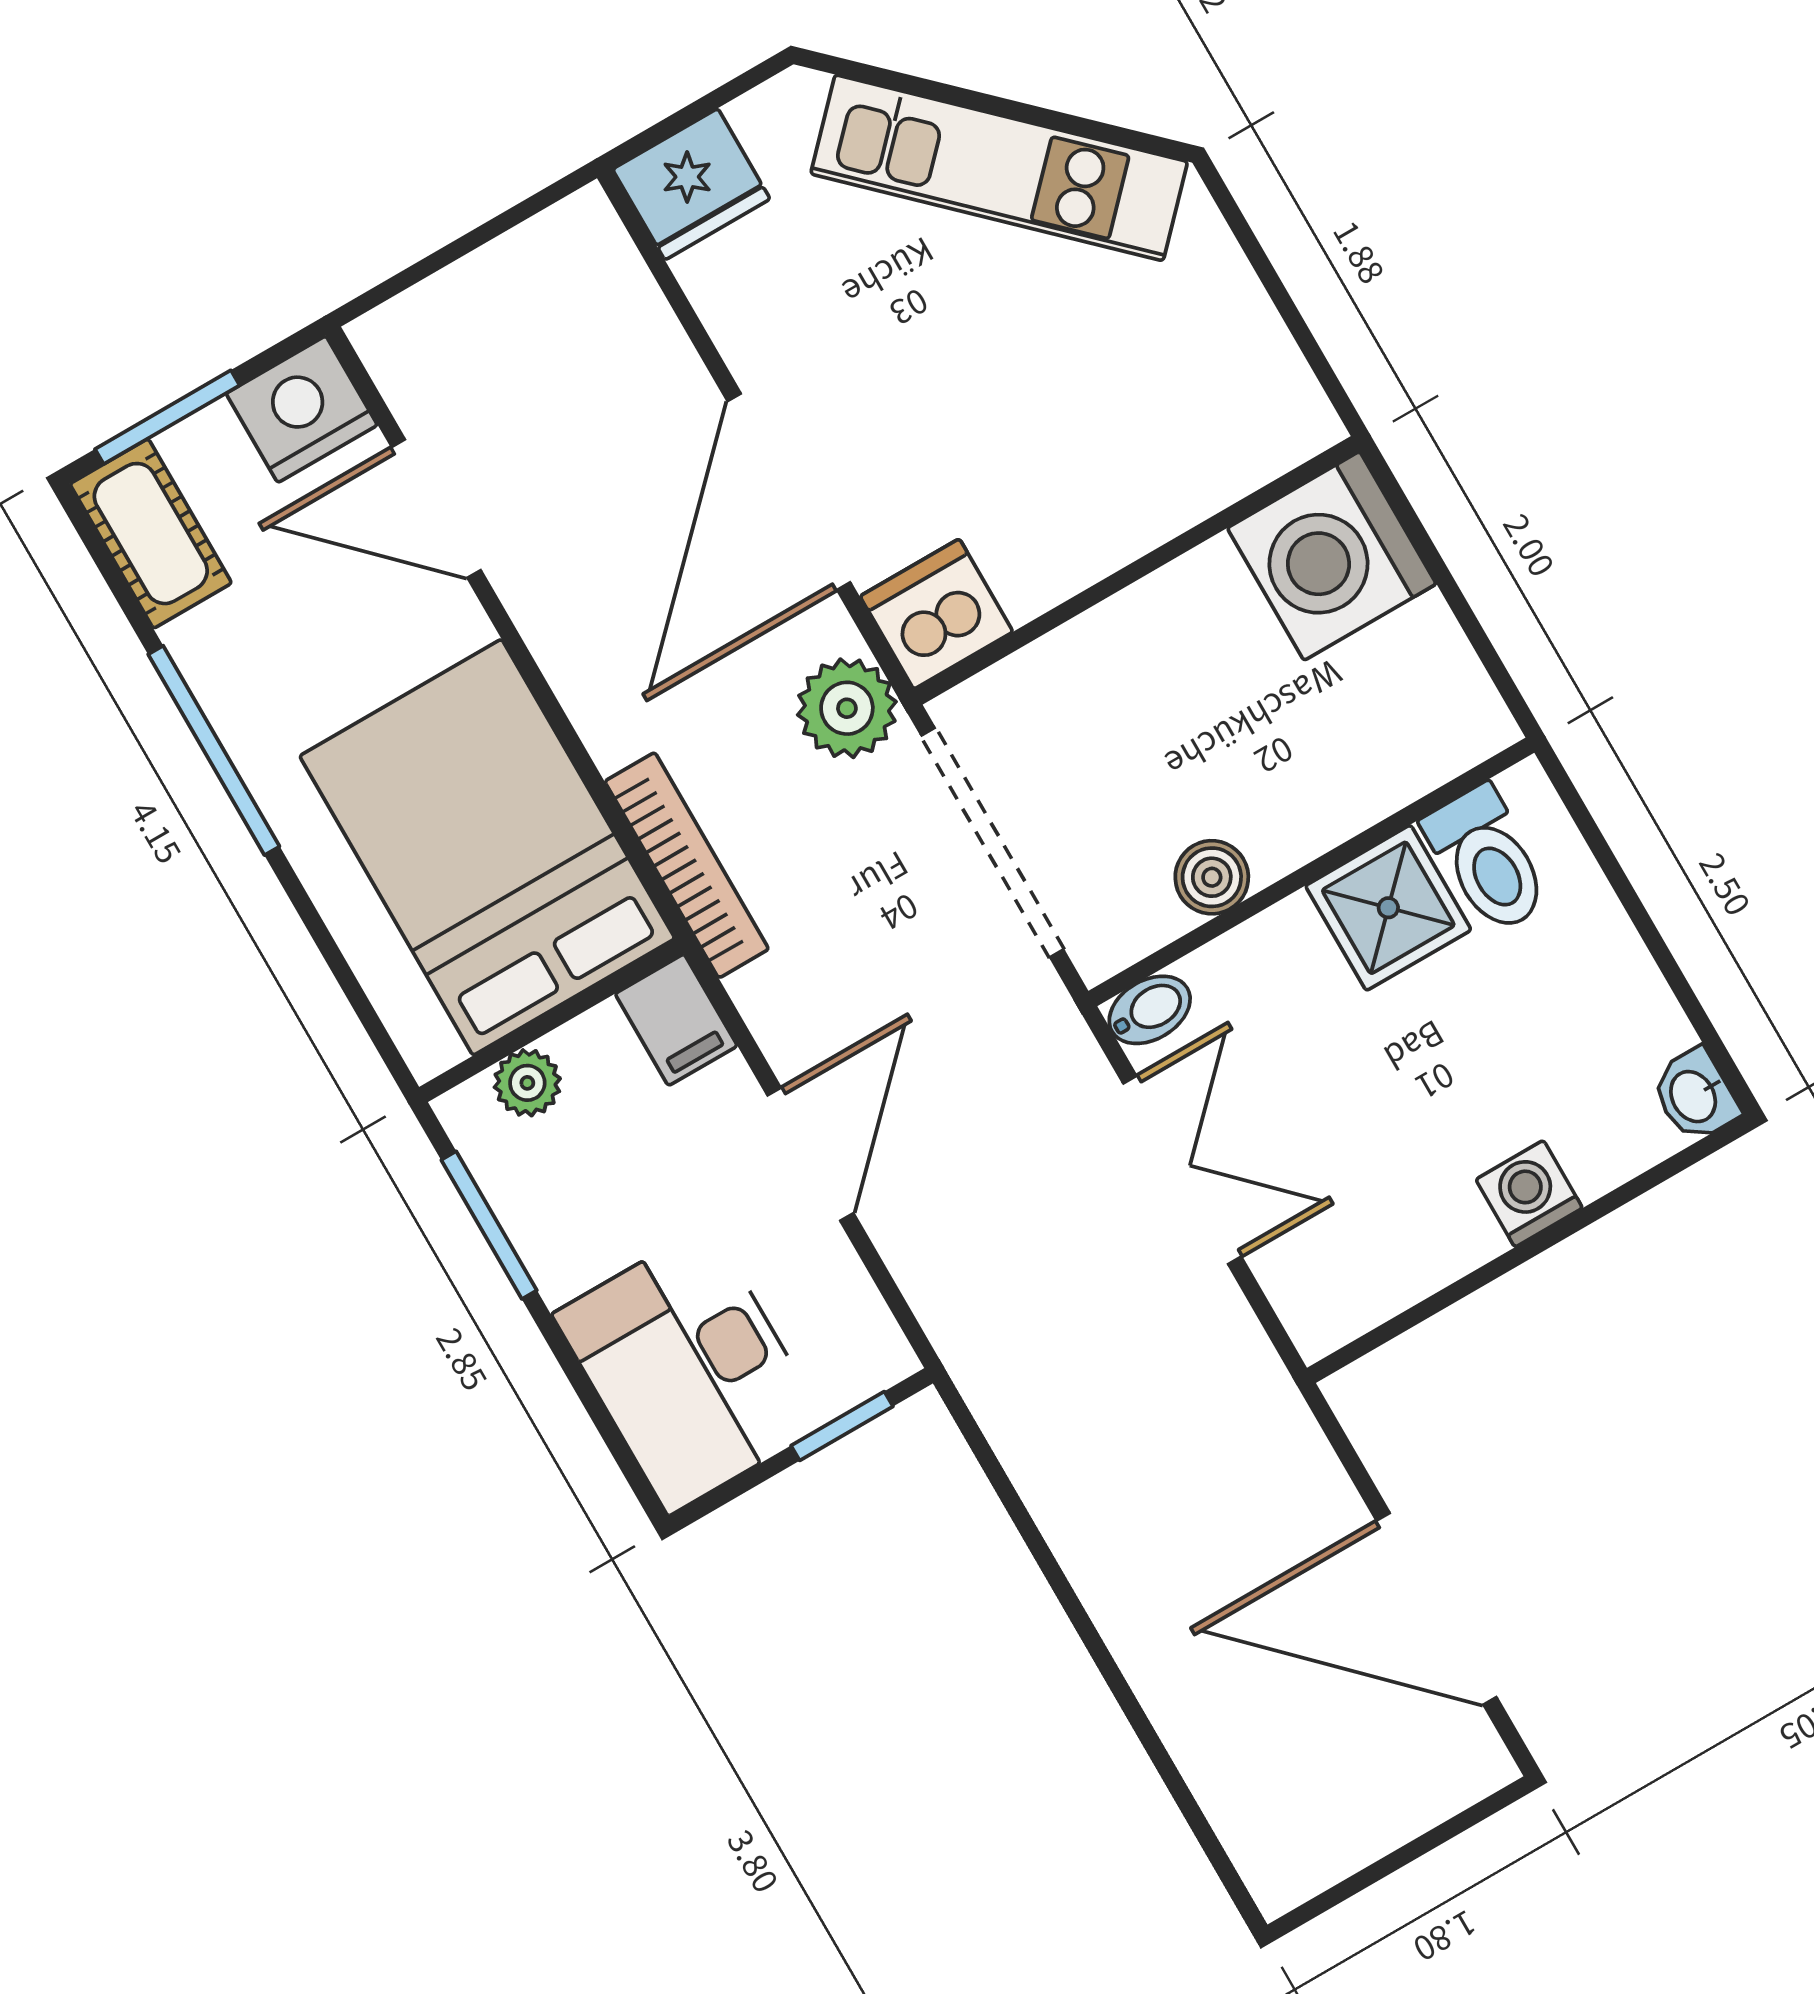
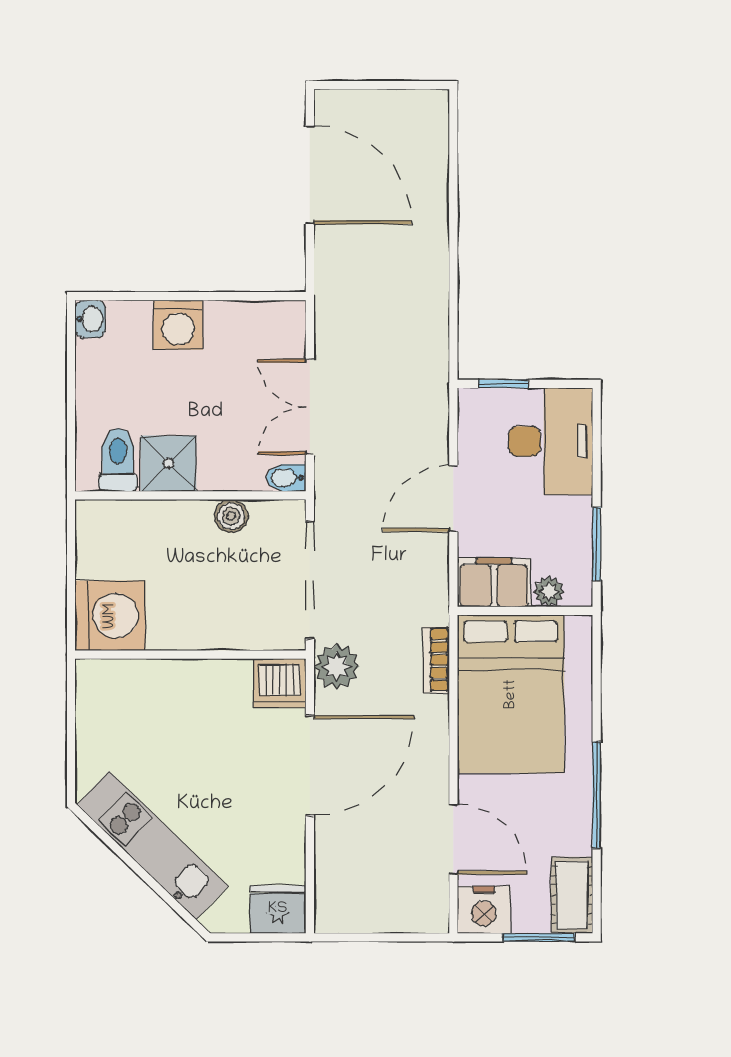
bookcase: (687, 865) -> (436, 660), width x0.64
filing cabinet: (676, 1020) -> (494, 582), width x2.00
washing machine: (1529, 1194) -> (178, 325), width x1.38, depth x1.38

